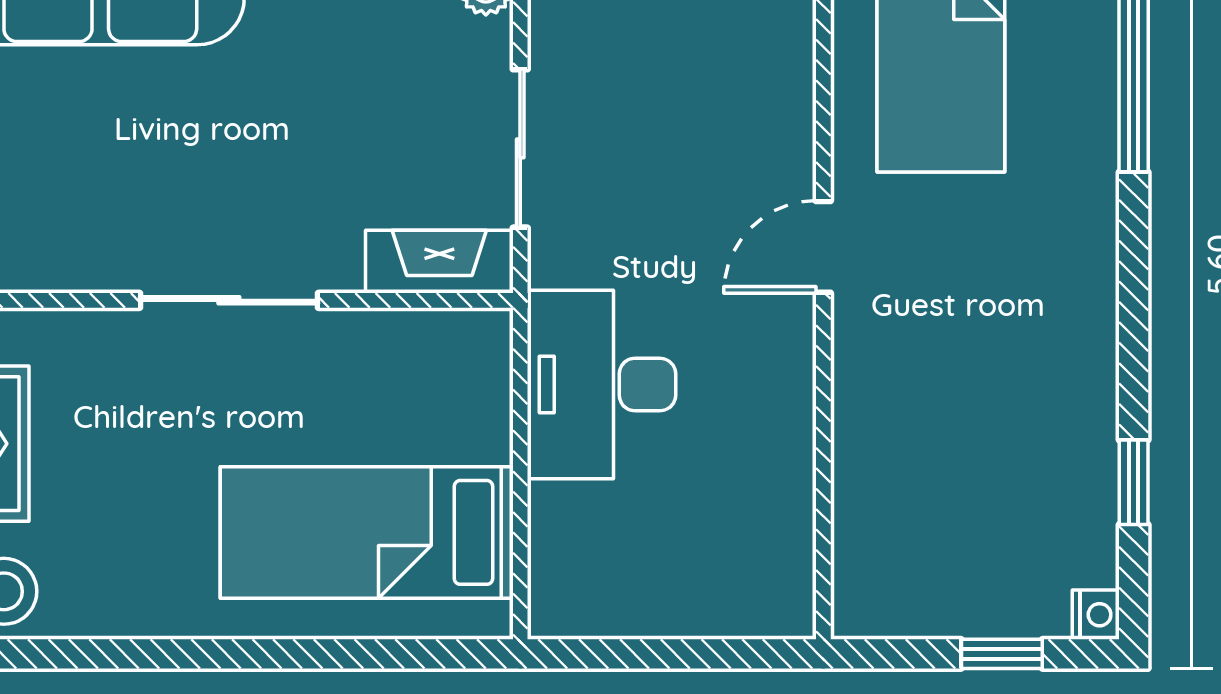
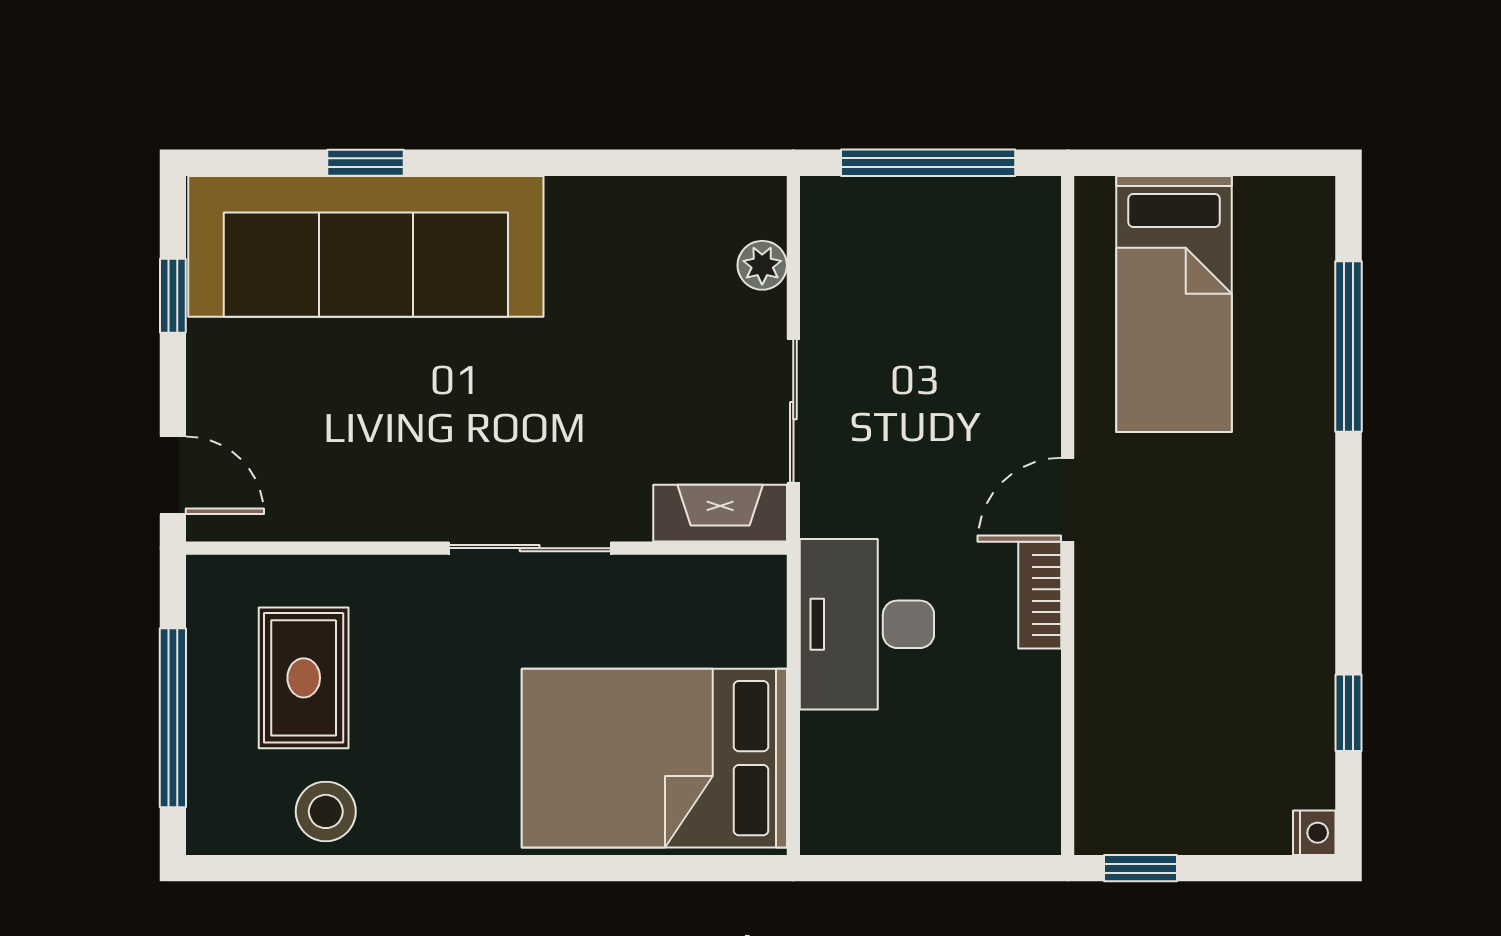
bookcase: (792, 352) -> (1040, 595), added
bed: (367, 532) -> (654, 758), width x1.50
window: (1002, 654) -> (1141, 868), moved

